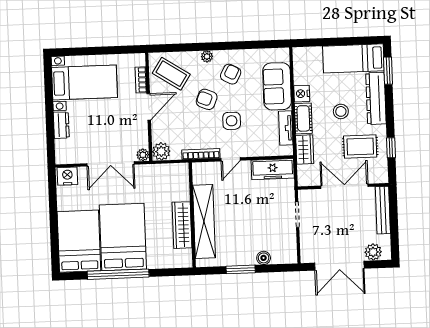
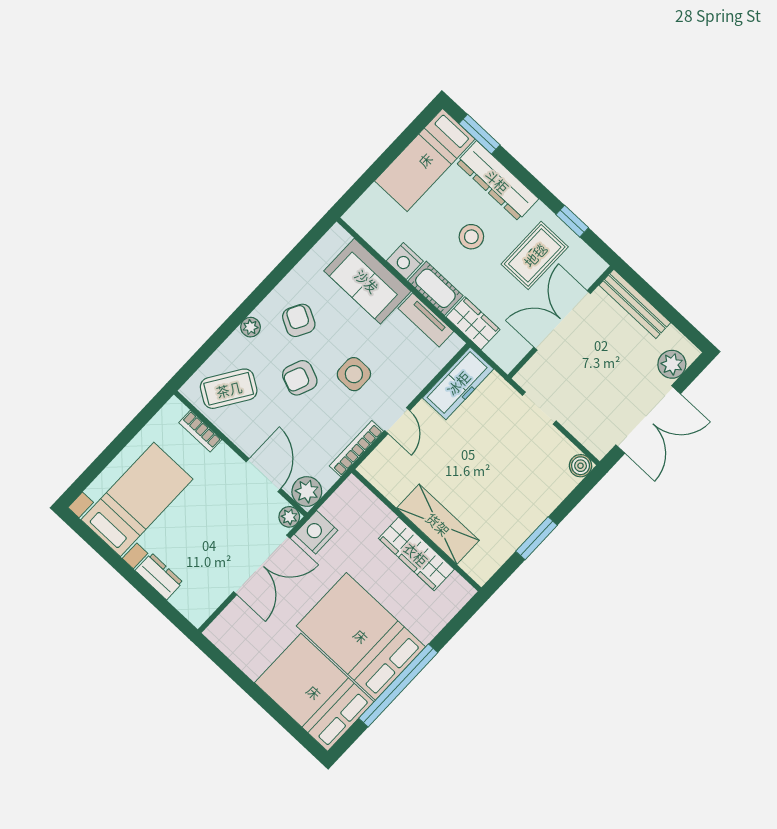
door: (149, 107) -> (264, 475), moved
nightstand: (67, 176) -> (316, 532), moved
shelving: (204, 221) -> (438, 524), width x0.68
boiler: (264, 258) -> (581, 466), moved

